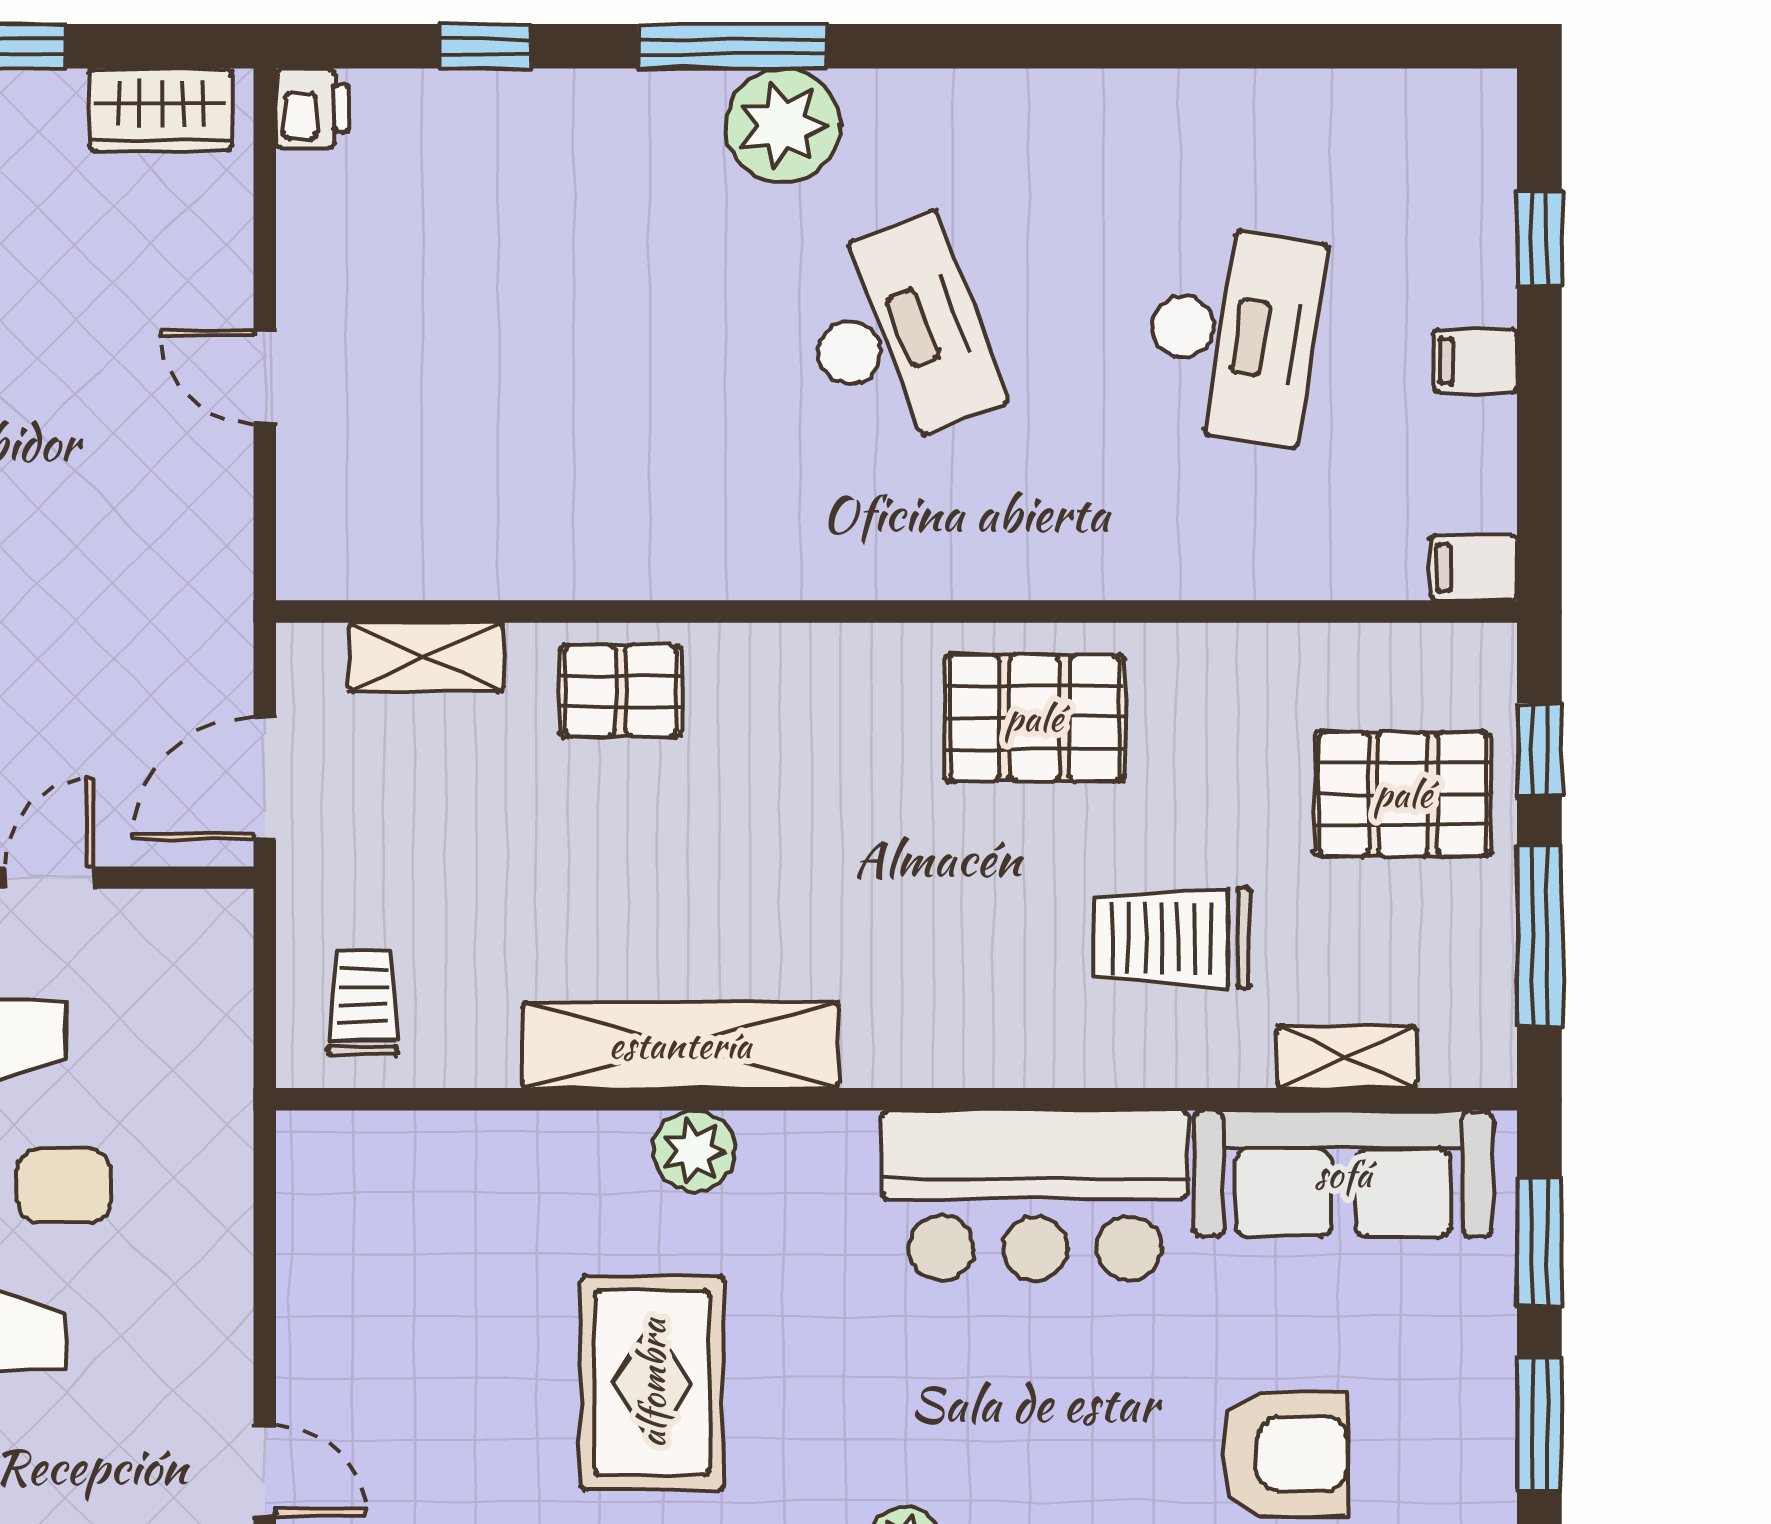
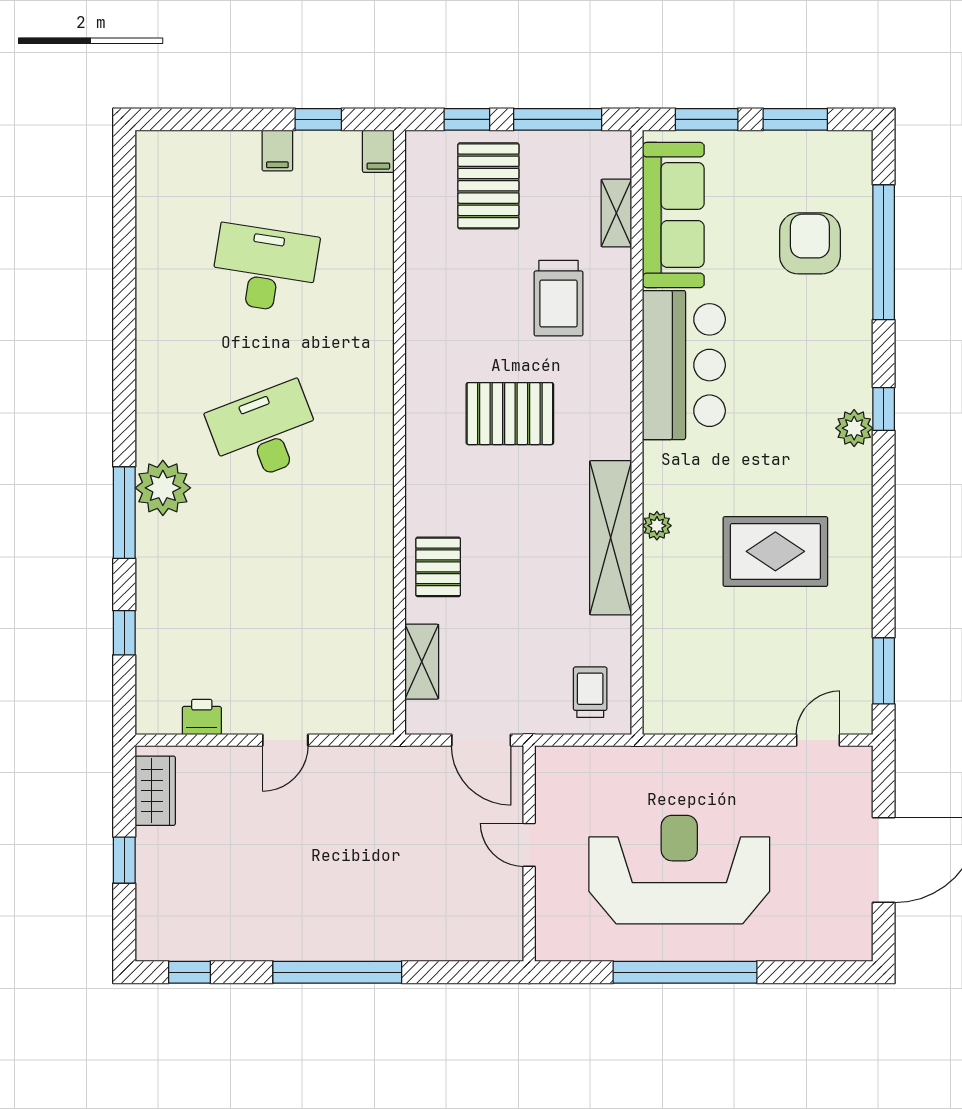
printer: (312, 108) -> (202, 717), moved
window: (1539, 239) -> (318, 119), moved
pallet: (1034, 718) -> (510, 414), moved, turned 90
trolley: (363, 1003) -> (590, 692), turned 90
plant: (694, 1151) -> (657, 526), width x0.73, depth x0.73

